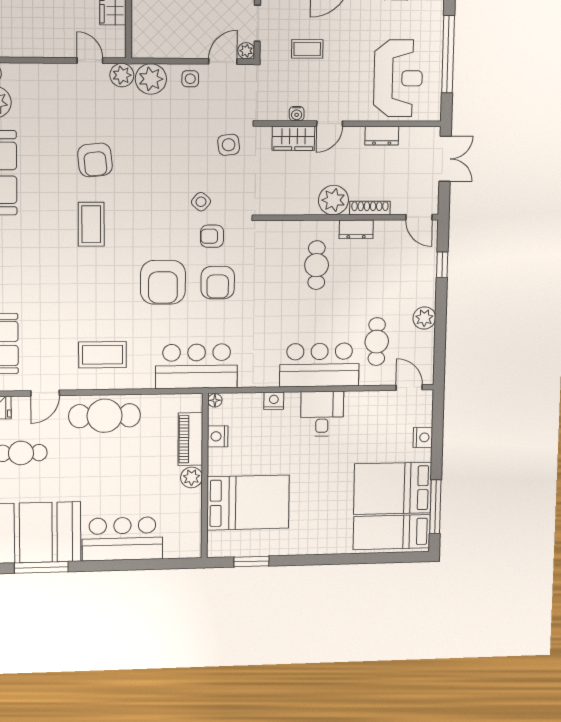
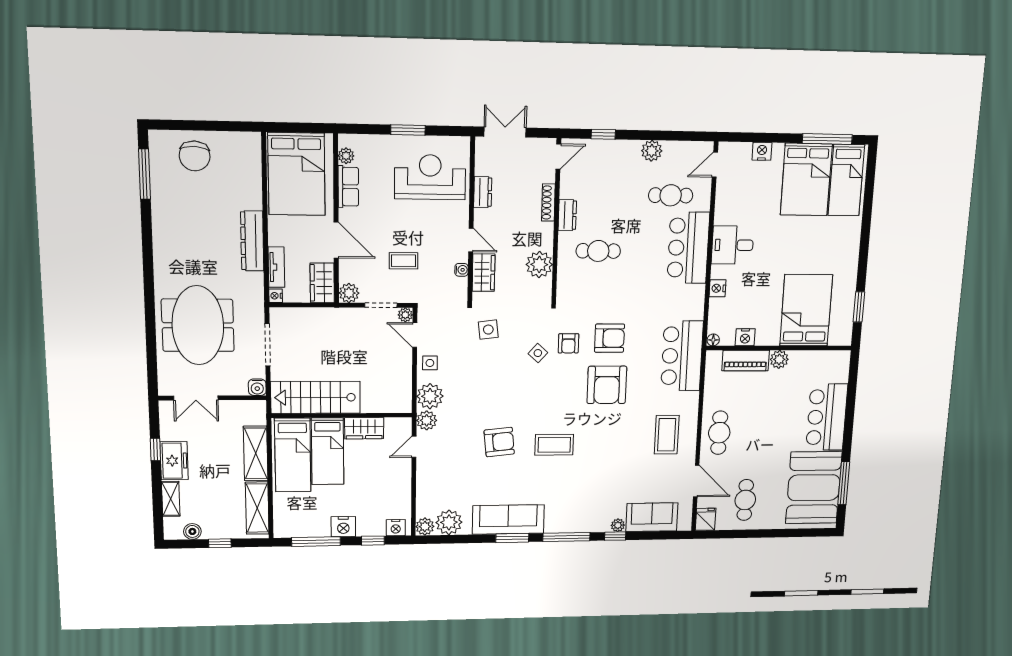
coffee table: (307, 49) -> (404, 261), turned 90
window: (448, 54) -> (408, 130), width x0.47
plant: (333, 200) -> (539, 264), moved
armchair: (163, 282) -> (607, 385), turned 90
door: (45, 393) -> (696, 481), width x1.38
cafe table: (105, 416) -> (719, 433), width x0.73, depth x0.74

